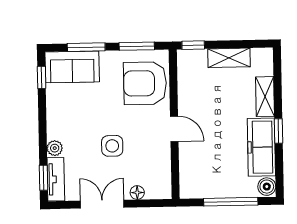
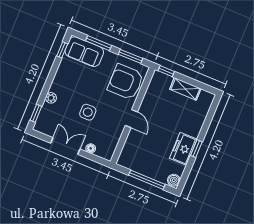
shelving: (265, 97) -> (197, 123), removed
freezer: (261, 147) -> (183, 149), width x0.71
tv unit: (56, 179) -> (43, 118), removed

